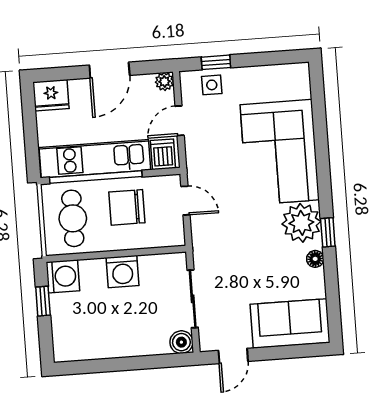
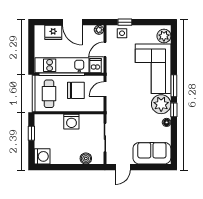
door: (109, 70) -> (72, 22), hinge flipped
plant: (297, 84) -> (164, 36), added
fridge: (51, 95) -> (53, 32), moved
window: (324, 184) -> (174, 86), added
door: (185, 201) -> (105, 89), swing flipped
chair: (127, 207) -> (76, 90), turned 180
washing machine: (63, 276) -> (42, 156), moved
boiler: (181, 342) -> (86, 158), moved

